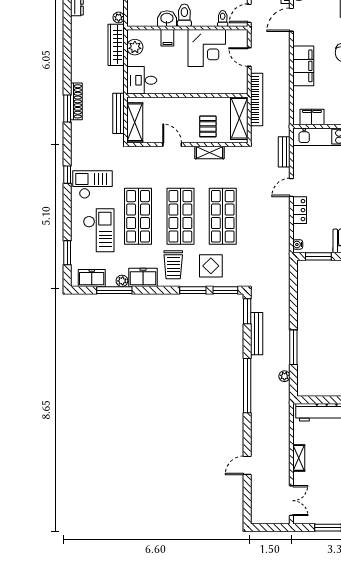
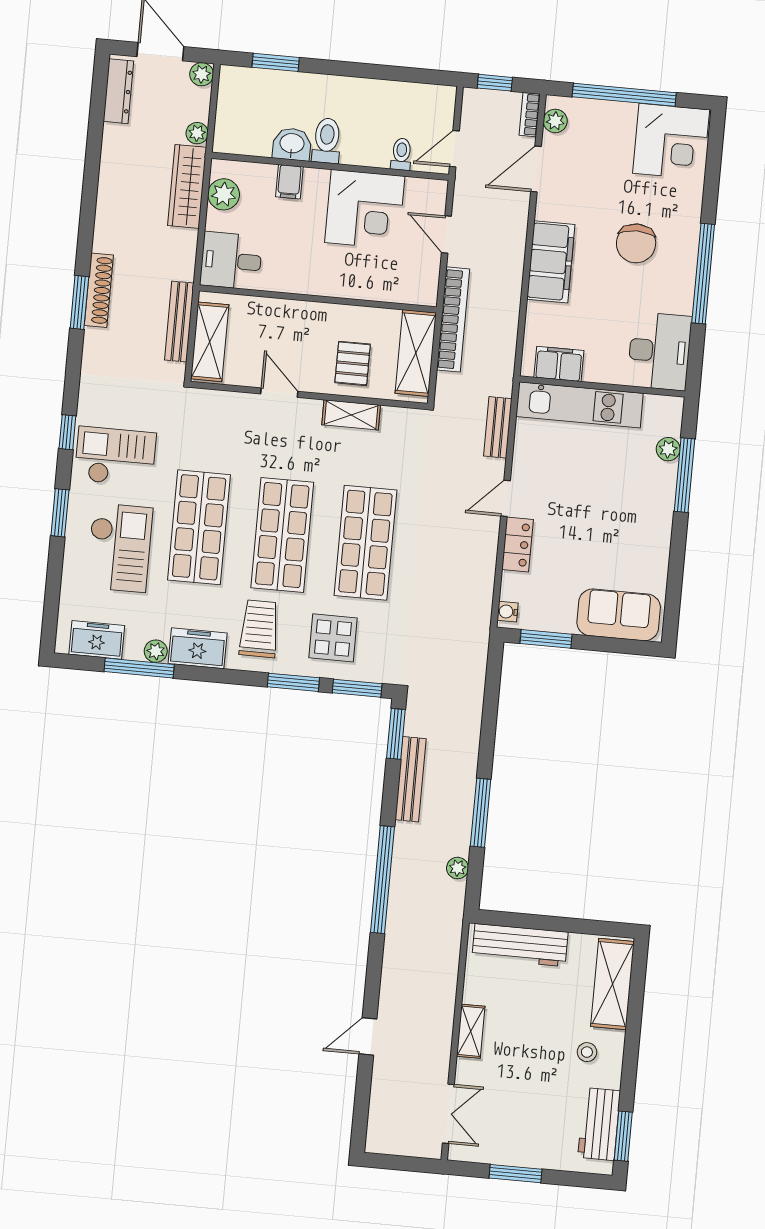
window: (67, 253) -> (60, 513), moved
trolley: (173, 265) -> (259, 629), turned 180

